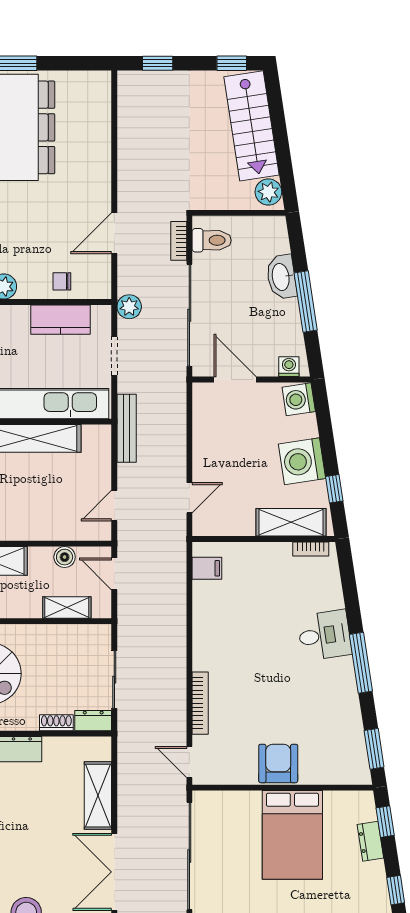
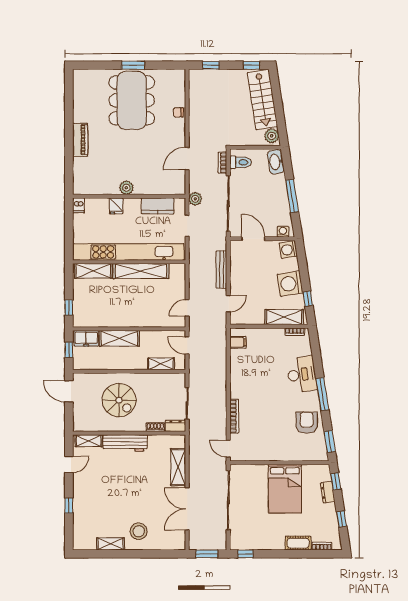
washbasin: (281, 277) -> (276, 162), moved
chair: (62, 281) -> (178, 112), moved
bench: (127, 428) -> (221, 270), moved
boiler: (65, 557) -> (160, 336), removed
desk: (324, 635) -> (302, 374), width x1.37
armchair: (278, 763) -> (307, 423), moved

